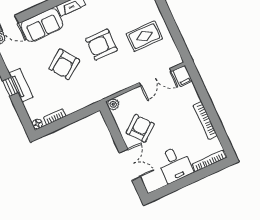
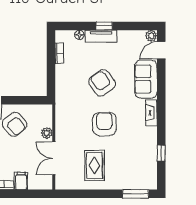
filing cabinet: (183, 76) -> (21, 181), moved, turned 90
plant: (113, 104) -> (47, 133), moved
floor lamp: (37, 124) -> (80, 35), moved

